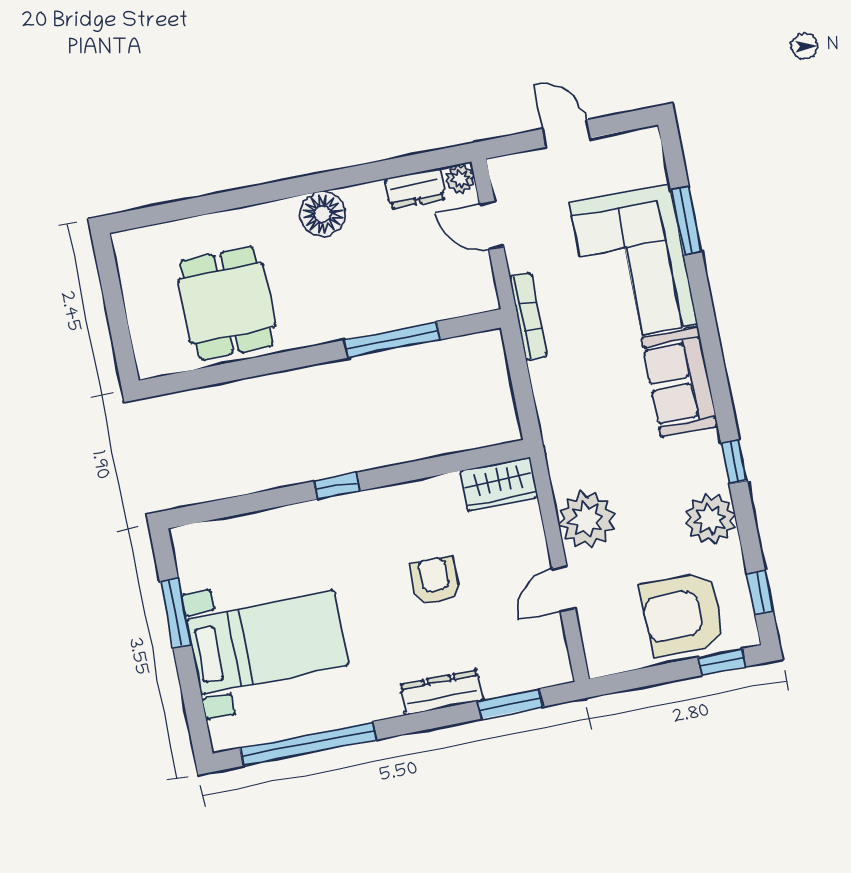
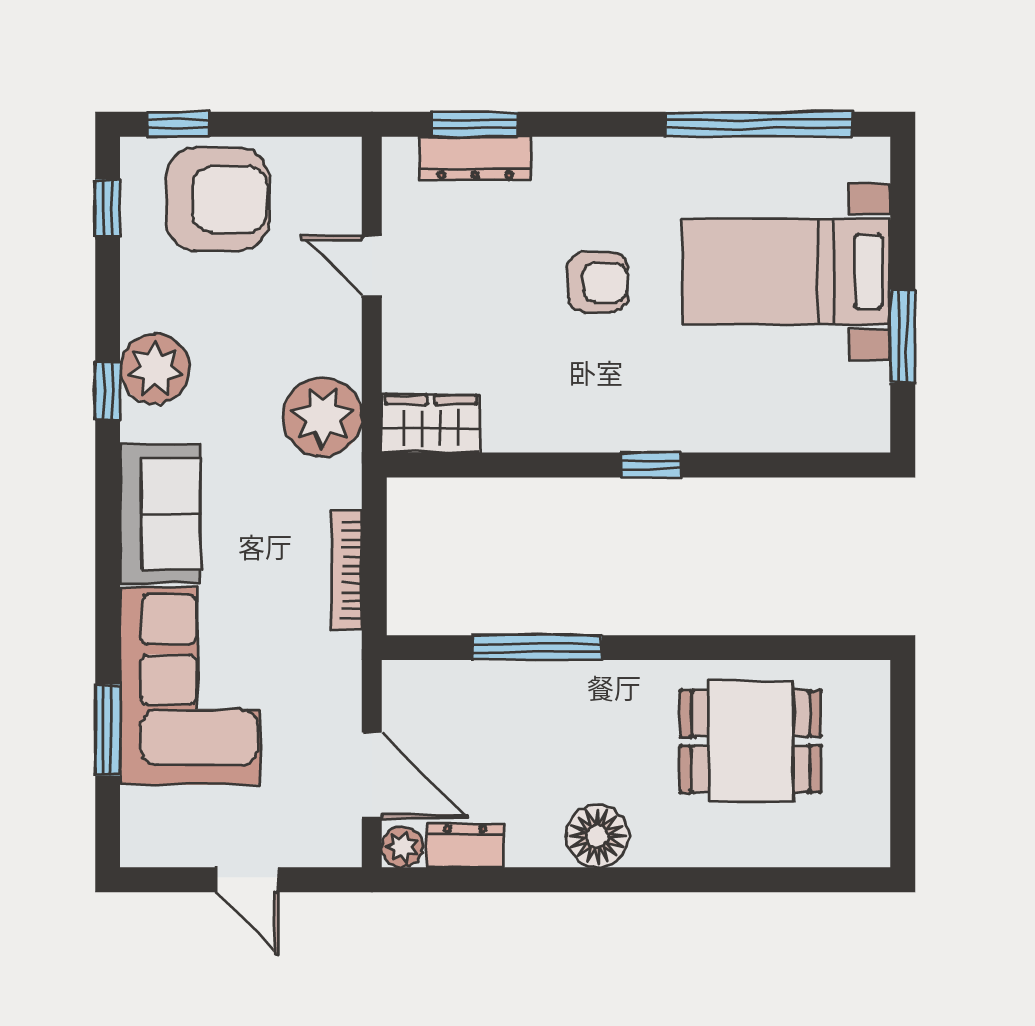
door: (492, 225) -> (372, 776), width x1.38
dining table: (227, 303) -> (751, 741), turned 90
bookcase: (528, 316) -> (347, 570), moved
plant: (710, 519) -> (155, 369), moved
plant: (586, 520) -> (323, 417), moved
armchair: (435, 581) -> (598, 282), moved, turned -90
door: (564, 589) -> (372, 266), swing flipped
dresser: (441, 692) -> (475, 158), moved

